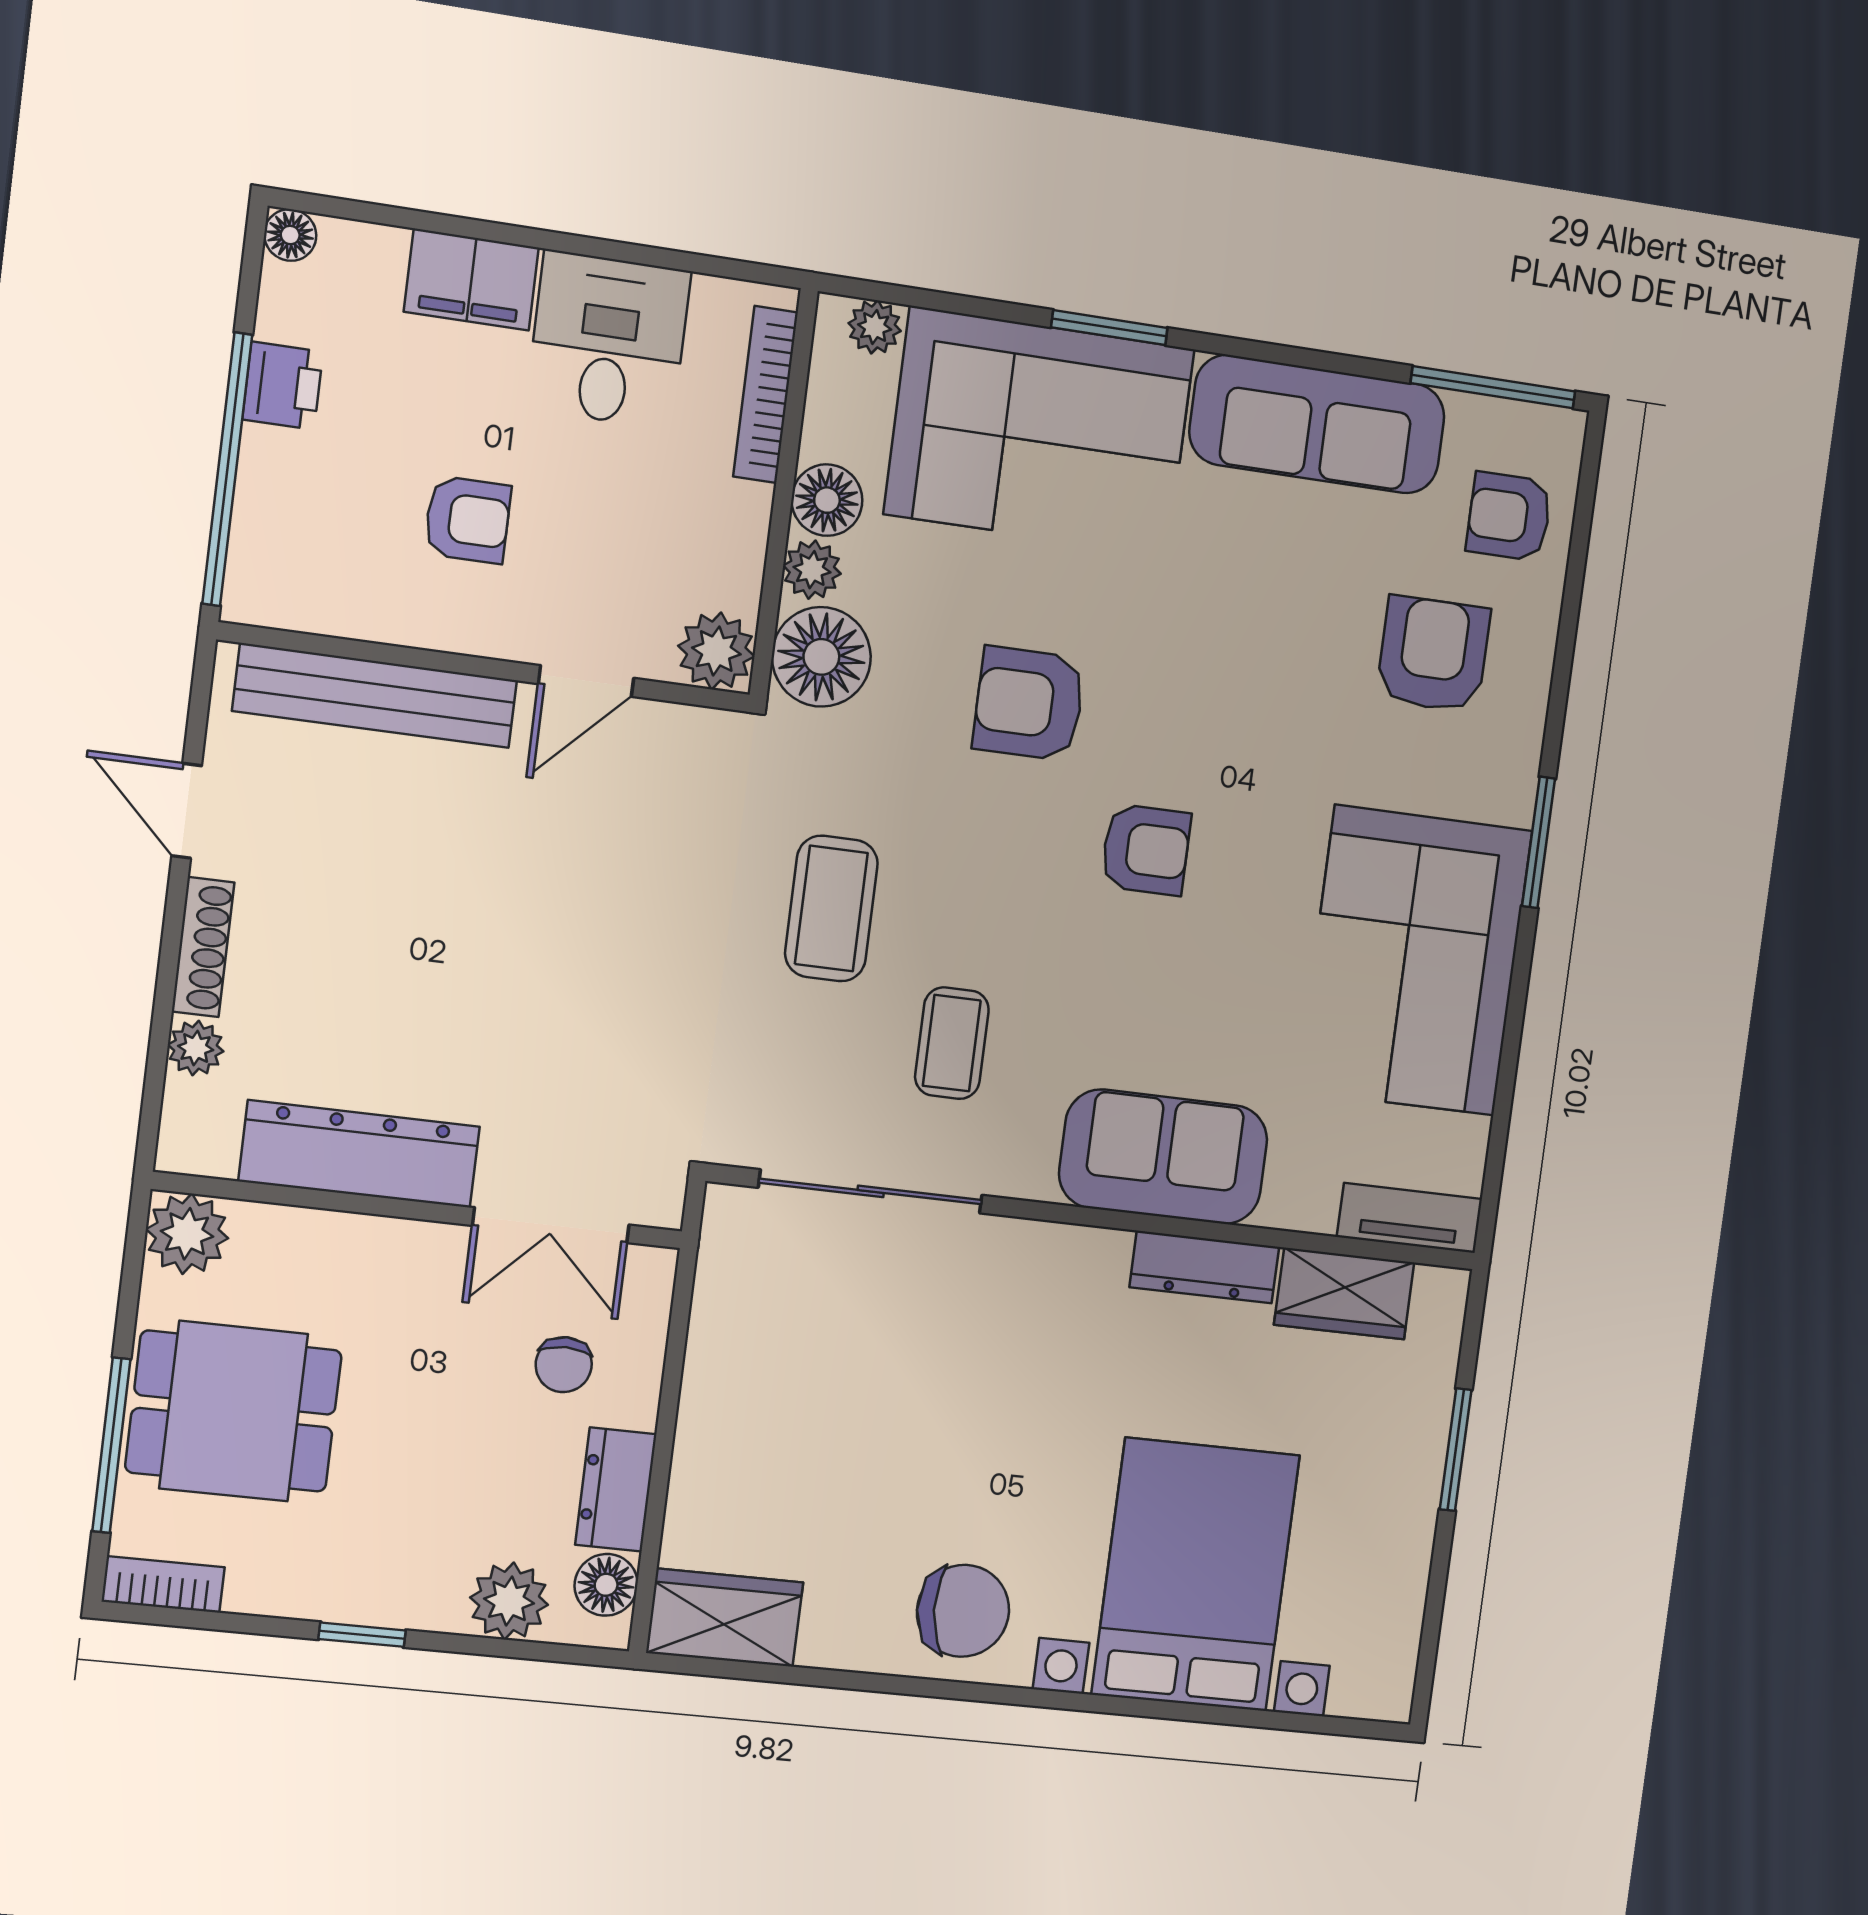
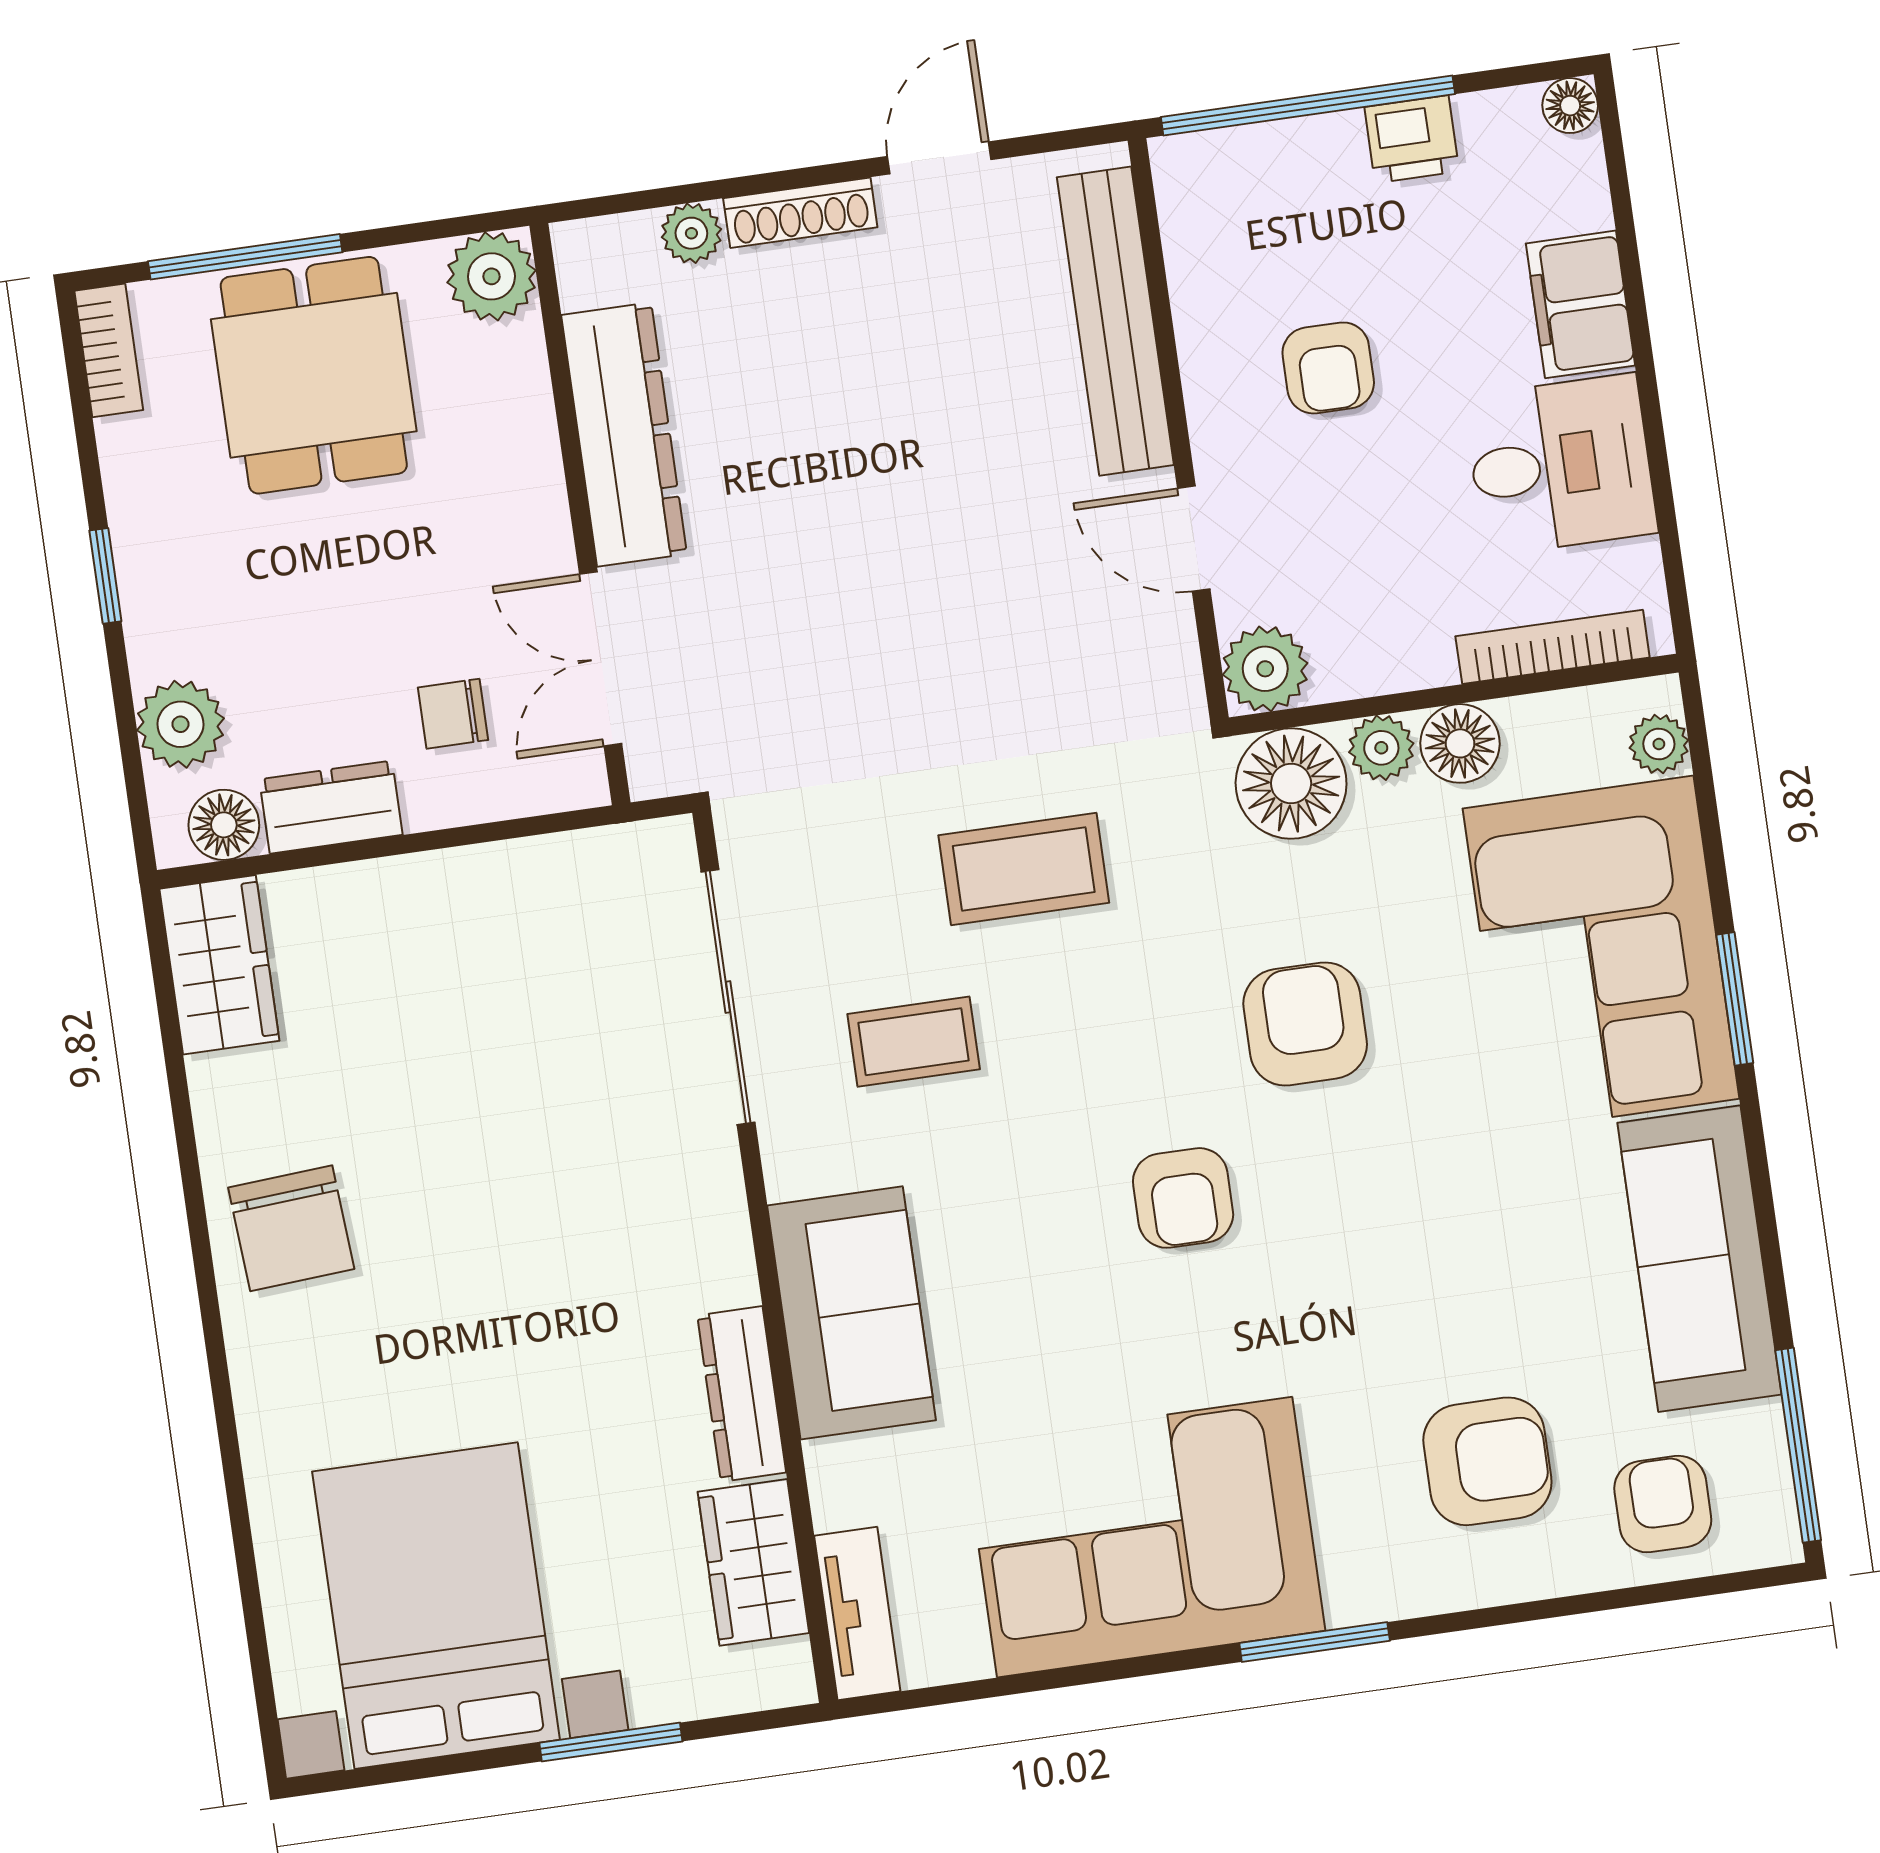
bed with nightstands: (1196, 1575) -> (436, 1606), moved, turned -90

